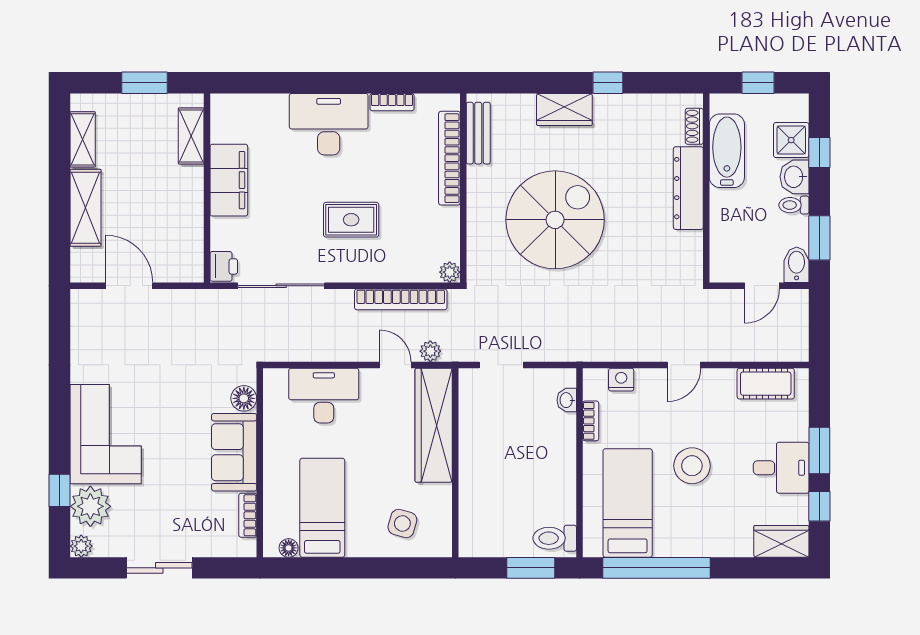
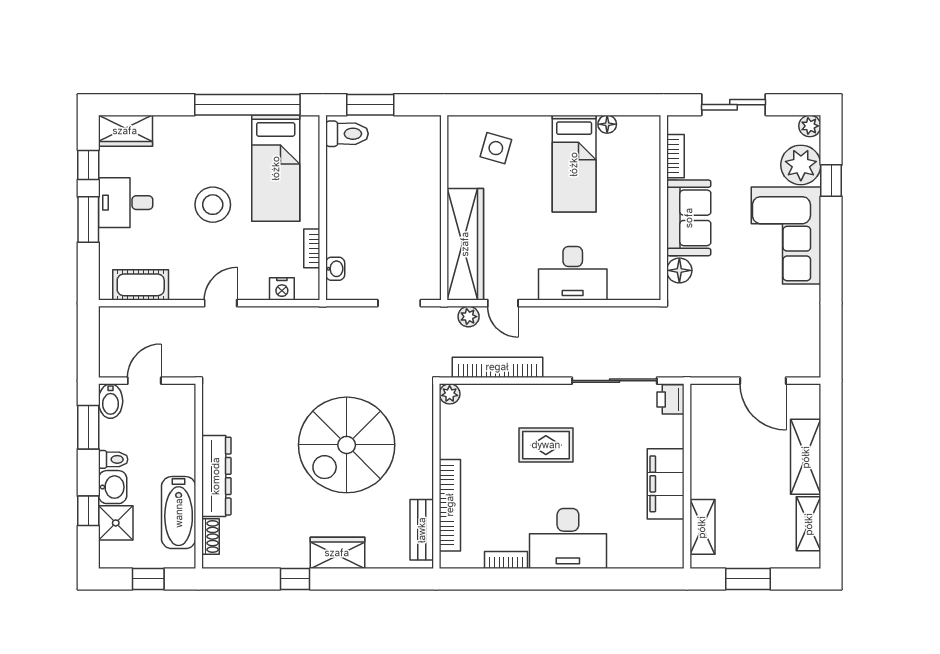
floor lamp: (244, 398) -> (679, 270), moved
sofa: (234, 452) -> (689, 218), moved
wall: (260, 463) -> (664, 208), moved
bookcase: (248, 515) -> (675, 156), moved

